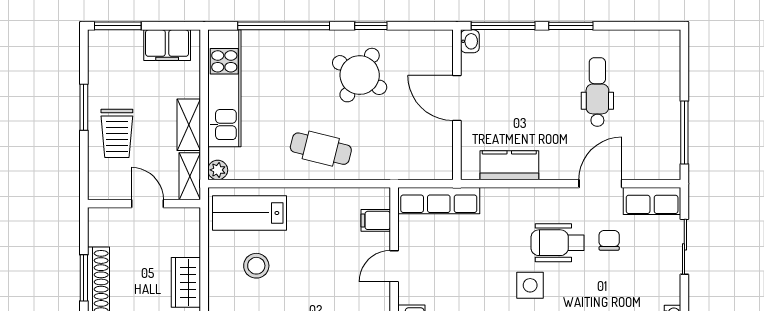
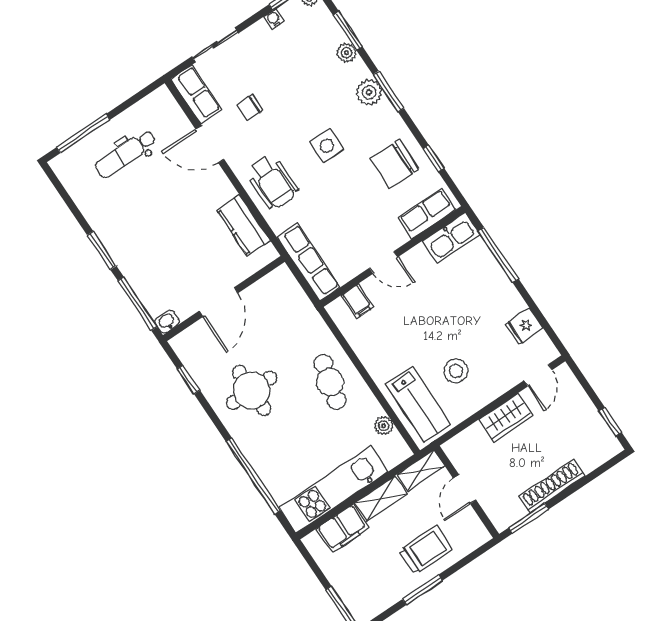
window: (371, 26) -> (189, 380), moved
filing cabinet: (167, 45) -> (343, 528), moved, turned 90
round table: (360, 75) -> (252, 390), turned -32
dental chair: (597, 92) -> (126, 154), moved
window: (684, 133) -> (83, 134), moved
plant: (218, 170) -> (384, 426), moved
wheelchair: (558, 243) -> (272, 182), moved
window: (84, 278) -> (529, 519), moved

